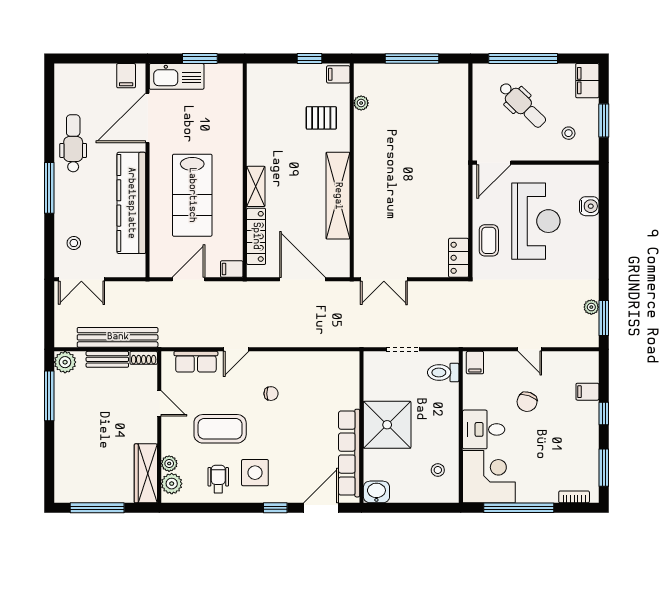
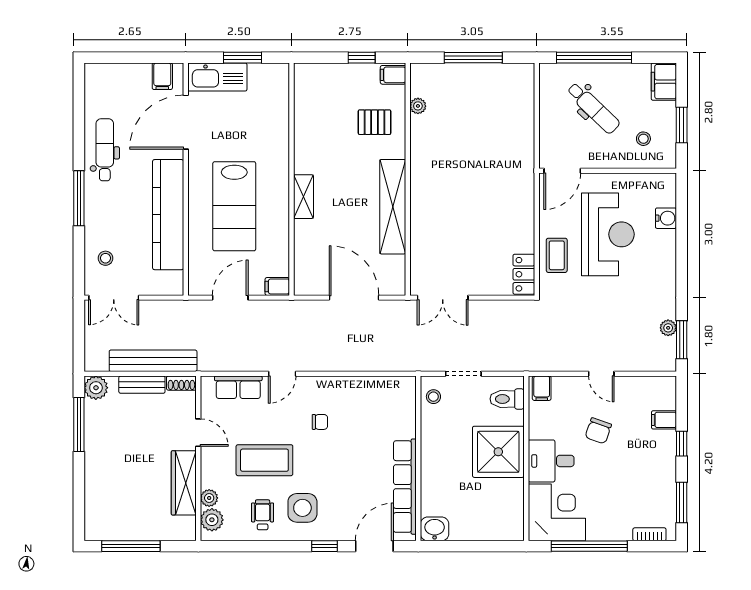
locker: (256, 236) -> (304, 251), removed
shower: (387, 425) -> (498, 452), moved
stool: (438, 470) -> (433, 397), moved
wardrobe: (146, 473) -> (184, 483), moved

